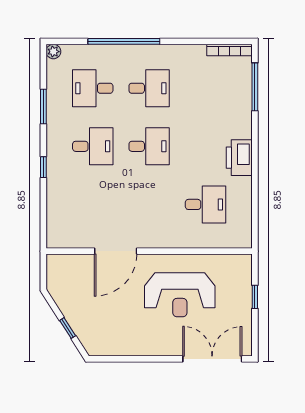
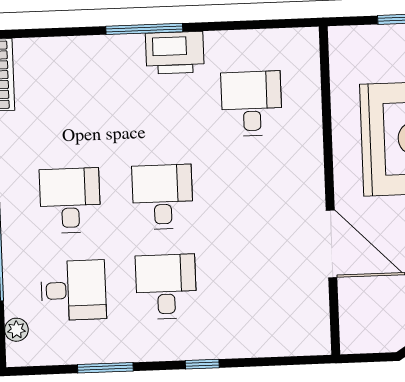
plant: (53, 52) -> (16, 330), moved
window: (255, 87) -> (144, 29), moved
desk: (93, 88) -> (73, 290), turned -90

